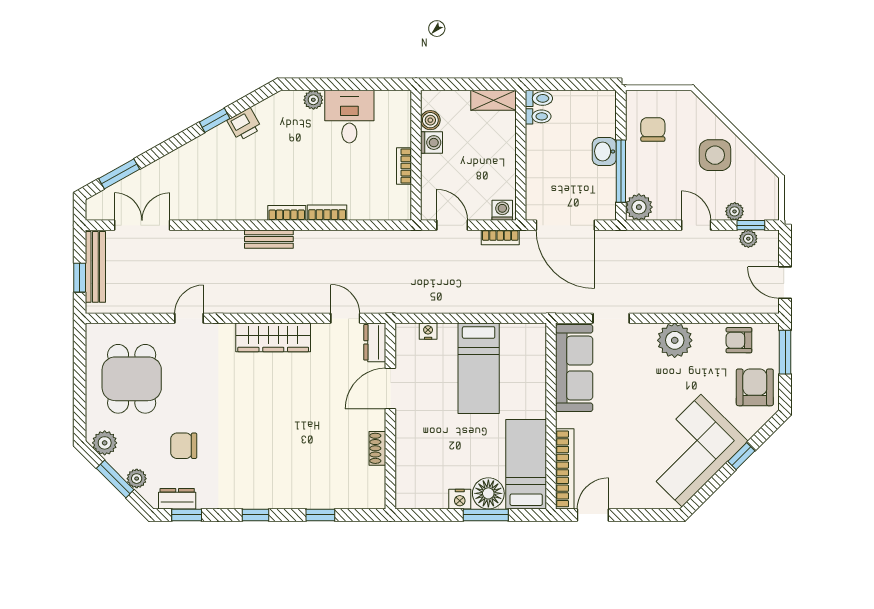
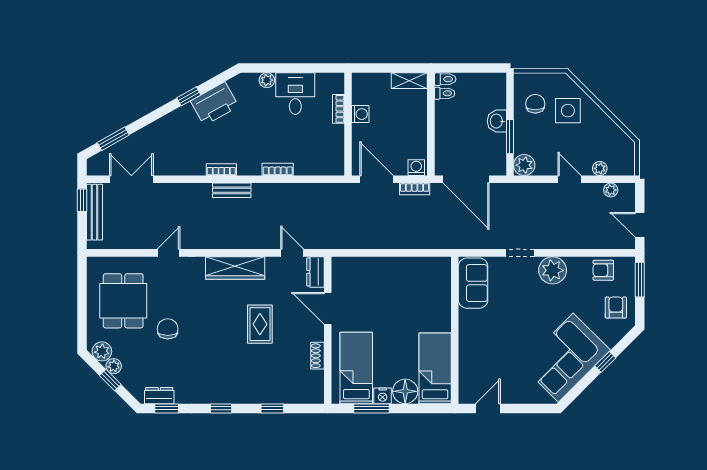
boiler: (430, 120) -> (359, 96), removed
printer: (244, 124) -> (215, 104), width x1.87, depth x1.48
side table: (715, 155) -> (568, 111), moved
bookcase: (404, 166) -> (338, 109), moved
window: (621, 171) -> (510, 137), width x0.69
bookcase: (287, 213) -> (221, 170), moved
door: (452, 225) -> (377, 179), width x1.38
window: (751, 225) -> (613, 179), removed
window: (80, 278) -> (82, 200), moved
doorway: (611, 318) -> (520, 253), moved
nightstand: (428, 331) -> (358, 263), removed
bed: (479, 368) -> (356, 368), moved, turned 180
sofa: (574, 368) -> (473, 283), width x0.73
armchair: (755, 387) -> (616, 308), width x0.72, depth x0.72
door: (390, 388) -> (328, 308), hinge flipped
rug: (305, 408) -> (260, 324), added
chair: (184, 446) -> (168, 329), moved, turned 90
bookcase: (565, 469) -> (466, 372), removed
window: (115, 479) -> (110, 380), width x0.67
plant: (137, 479) -> (114, 366), moved
window: (486, 515) -> (372, 408), moved

